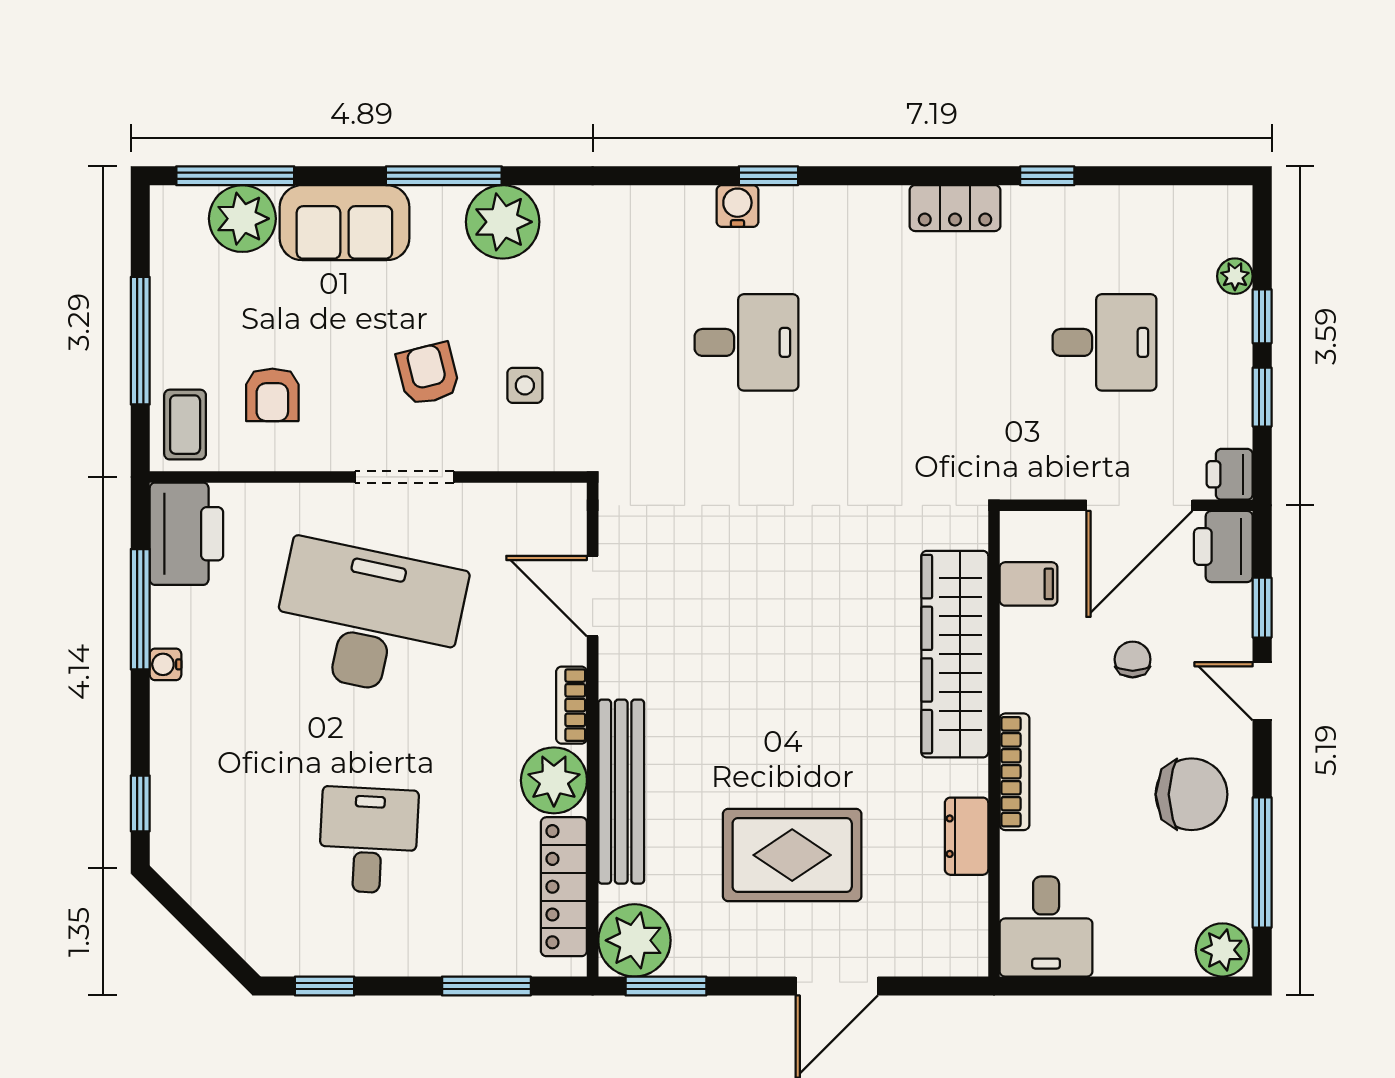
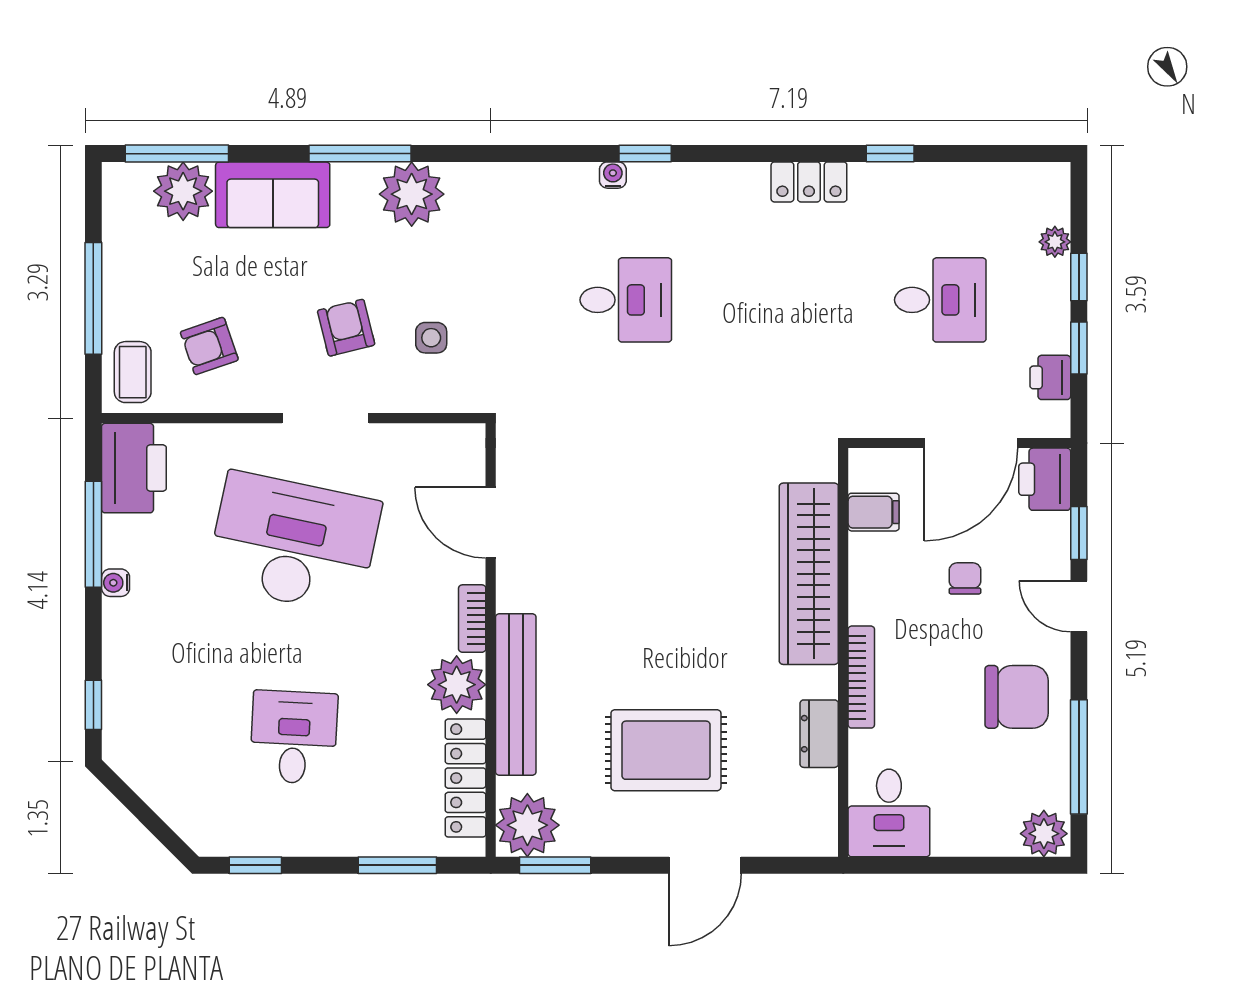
water cooler: (737, 206) -> (613, 175), width x0.72, depth x0.72
armchair: (272, 395) -> (209, 346), turned 71
printer: (1230, 474) -> (1050, 377), moved

